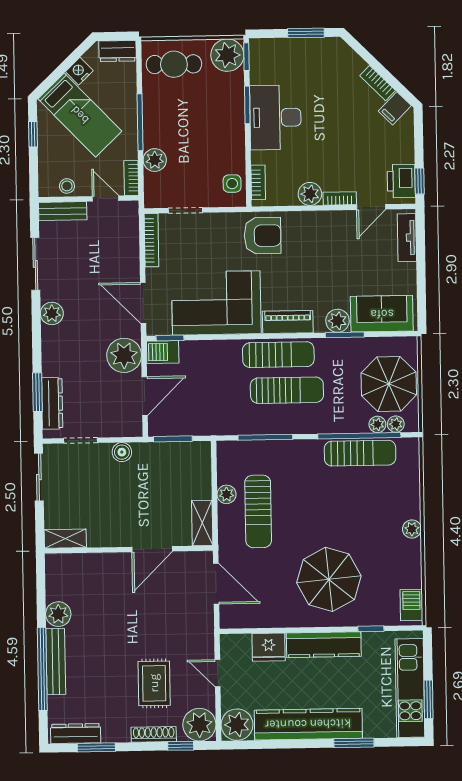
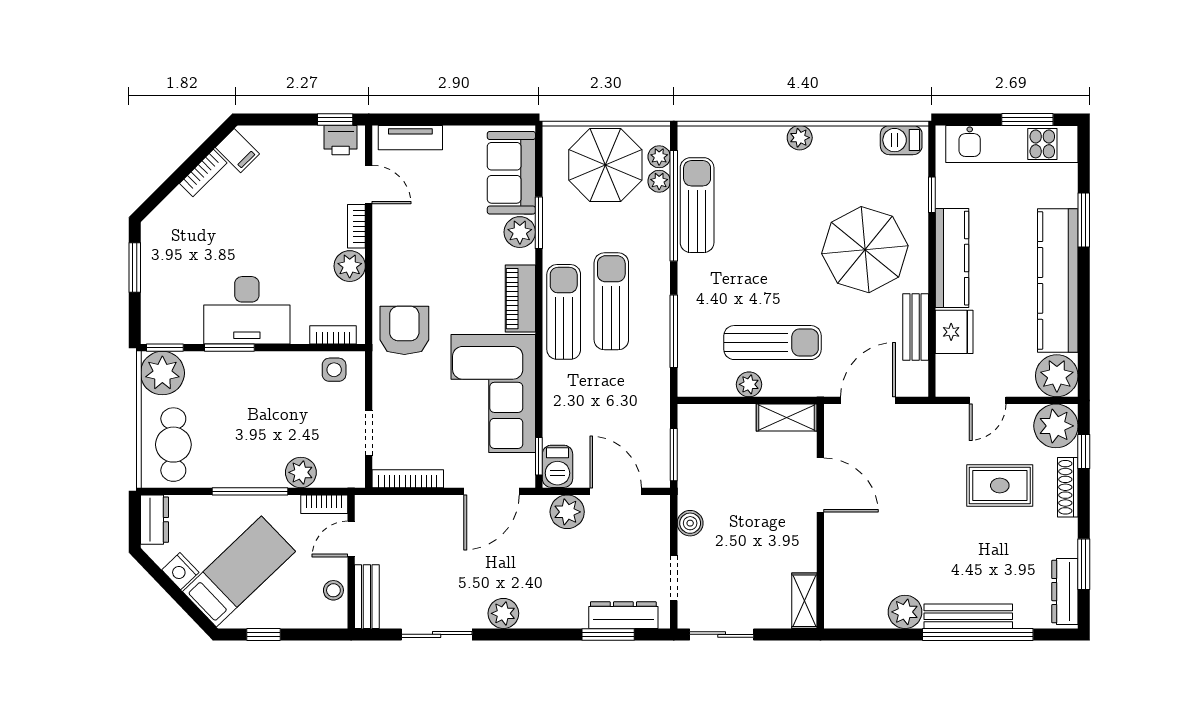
printer: (401, 181) -> (341, 140), width x0.73, depth x0.81
plant: (124, 355) -> (567, 512), width x0.73, depth x0.73
bench: (272, 618) -> (916, 327), added

